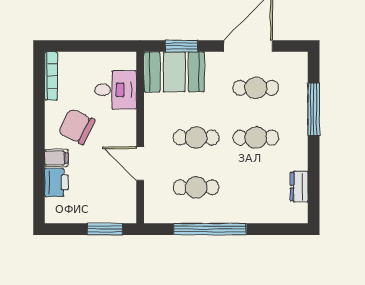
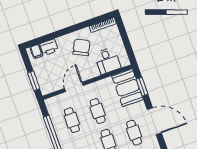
filing cabinet: (56, 158) -> (36, 51), moved

